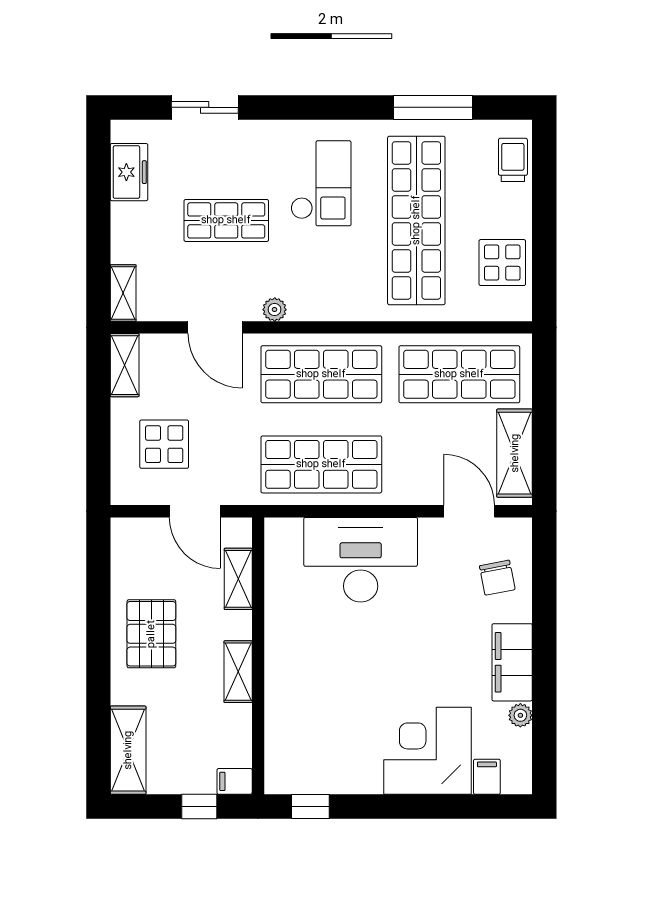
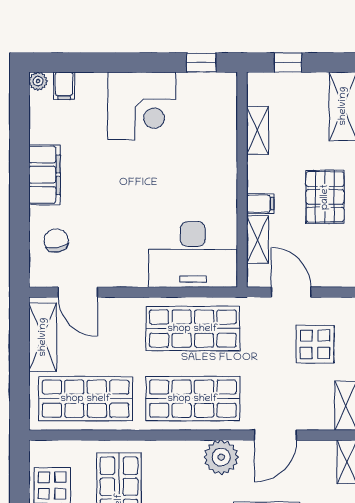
plant: (275, 310) -> (221, 457), width x1.88, depth x1.88
door: (215, 327) -> (275, 435), swing flipped
desk: (361, 560) -> (193, 254), moved
shelving: (238, 672) -> (258, 130), moved
plant: (520, 715) -> (38, 81), moved
corner desk: (428, 751) -> (142, 106), moved
filing cabinet: (235, 781) -> (260, 204), moved

